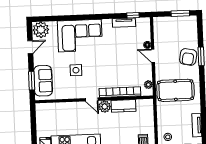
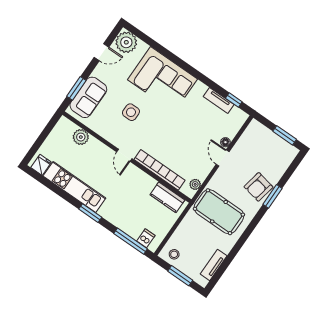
kitchen counter: (124, 106) -> (167, 197), moved
plant: (105, 107) -> (81, 137), moved

